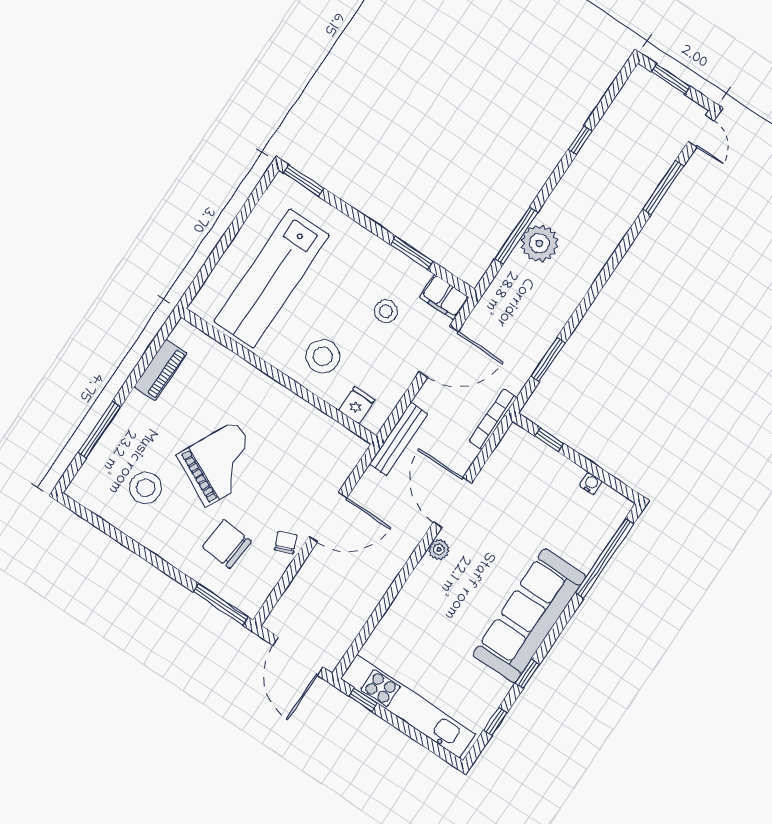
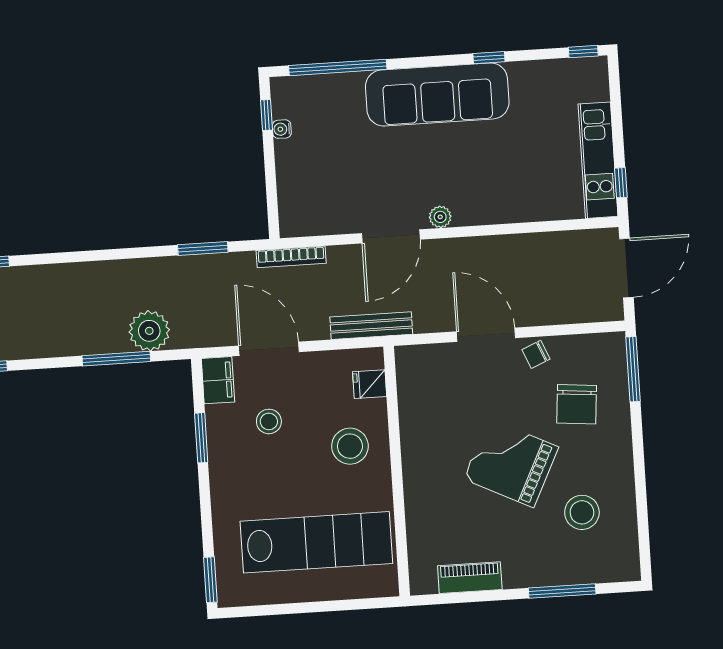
plant: (539, 243) -> (149, 331), moved
window: (549, 440) -> (266, 115), moved
kitchen unit: (408, 706) -> (598, 160), width x0.73
window: (495, 721) -> (583, 52), moved

